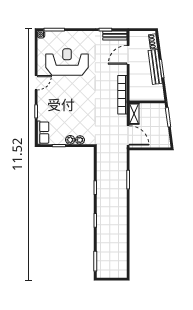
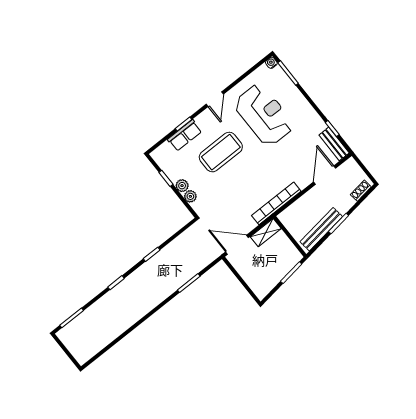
door: (128, 55) -> (325, 175), hinge flipped
bench: (155, 67) -> (321, 229), moved
door: (36, 83) -> (215, 99), hinge flipped
coffee table: (69, 103) -> (221, 152), added
row of seats: (43, 133) -> (185, 135), moved
door: (128, 135) -> (237, 245), swing flipped

